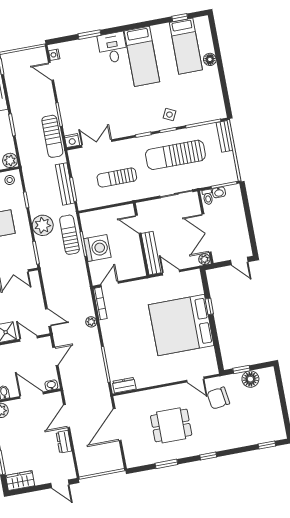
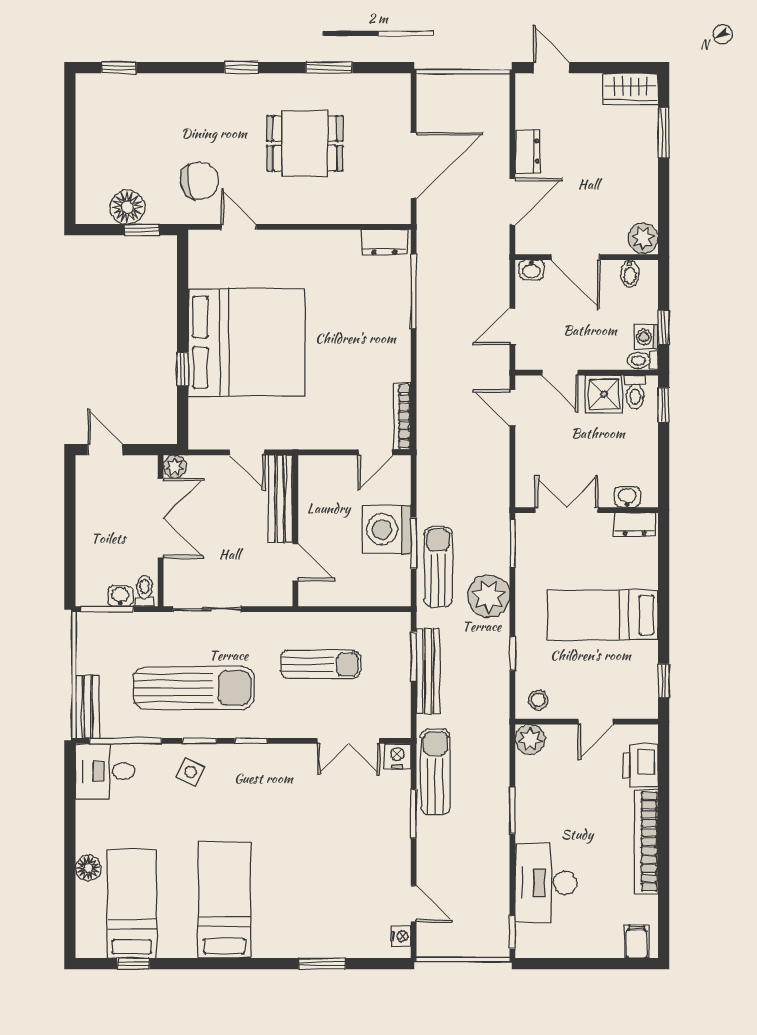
desk: (113, 48) -> (105, 771), moved, turned 90
sun lounger: (69, 235) -> (438, 567), turned 180
plant: (91, 322) -> (427, 383), removed

